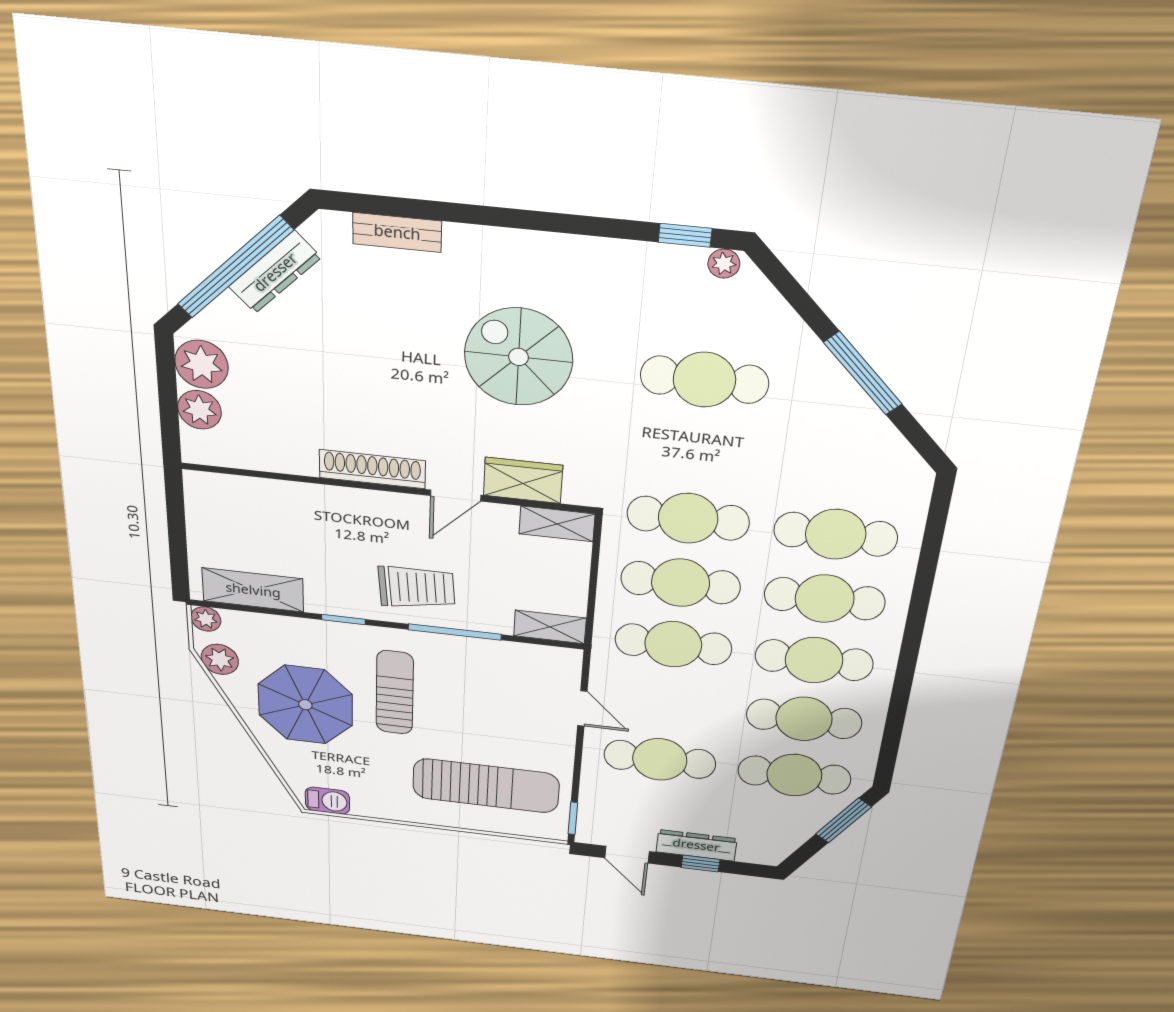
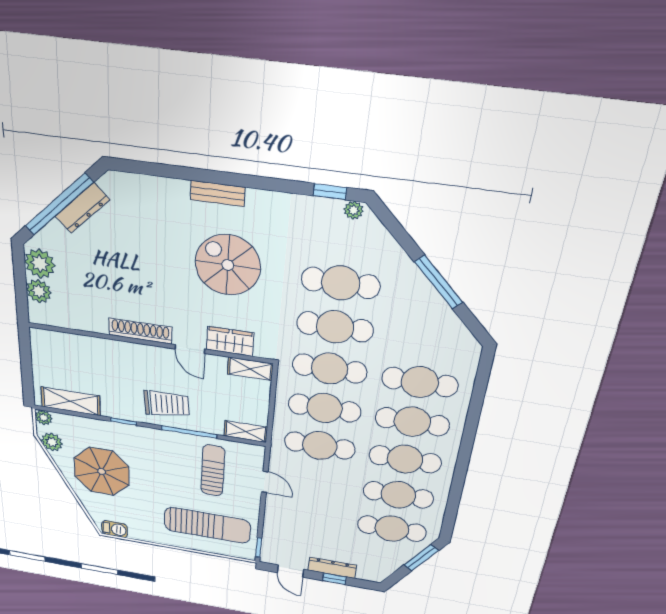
bench: (397, 232) -> (218, 193), moved
door: (456, 495) -> (190, 349), hinge flipped
sun lounger: (395, 693) -> (213, 471), moved
cafe table: (660, 759) -> (335, 327), moved

